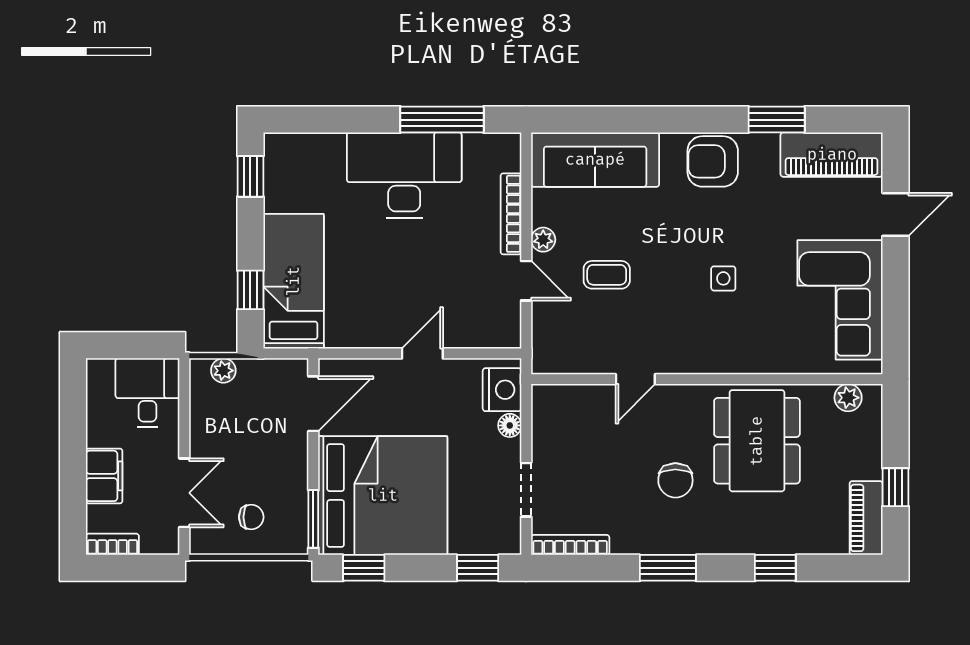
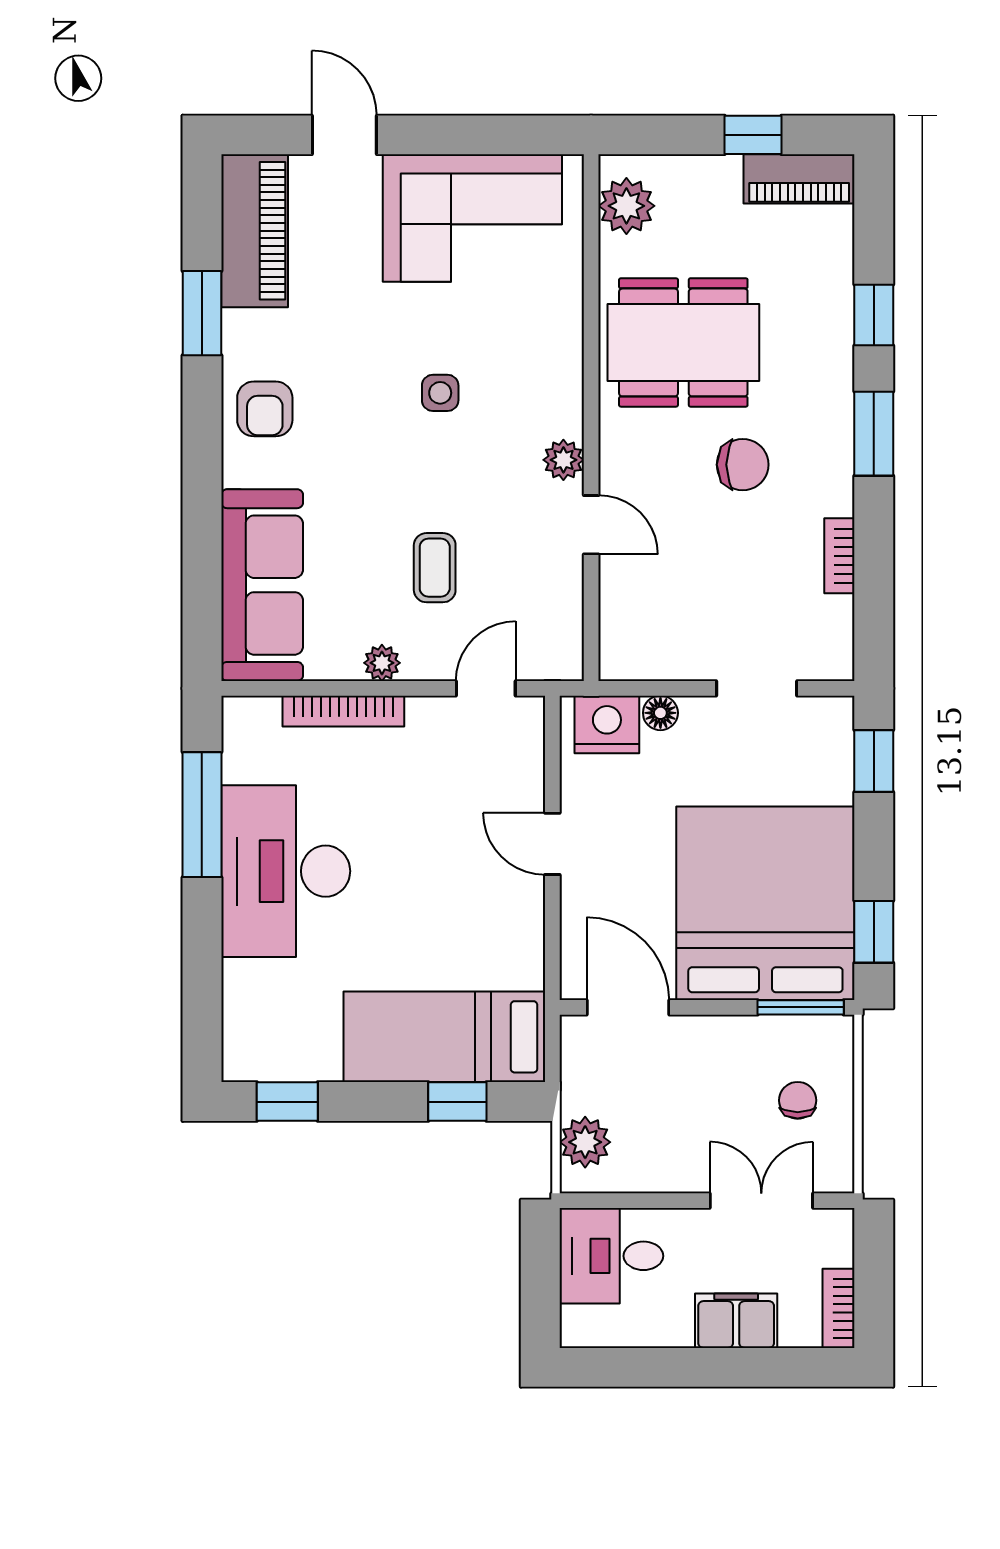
armchair: (713, 161) -> (265, 409), width x0.72, depth x0.72
door: (526, 281) -> (486, 688), moved
plant: (679, 361) -> (563, 460), added
plant: (223, 371) -> (585, 1142), width x1.38, depth x1.38
plant: (848, 398) -> (626, 206), width x1.38, depth x1.38
bookcase: (570, 545) -> (839, 556), moved, width x0.64
window: (668, 568) -> (874, 434), moved

